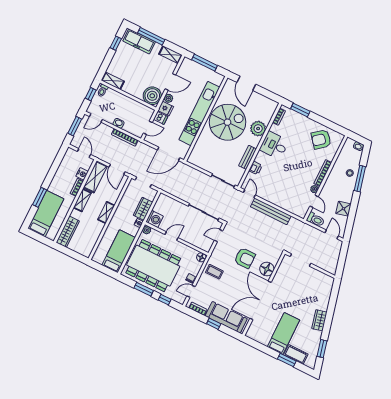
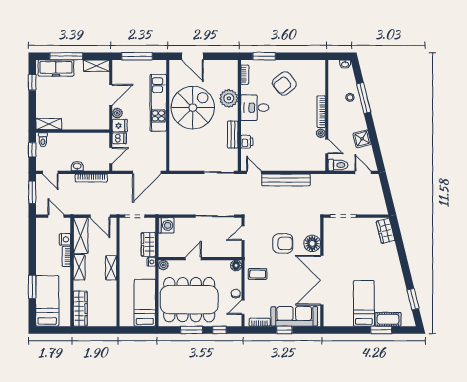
boiler: (152, 96) -> (99, 119), removed
kitchen unit: (199, 114) -> (158, 103), width x0.73
door: (96, 118) -> (50, 172), hinge flipped
armchair: (321, 139) -> (284, 84), moved
washing machine: (155, 219) -> (166, 225), moved
wardrobe: (319, 320) -> (385, 231), moved

